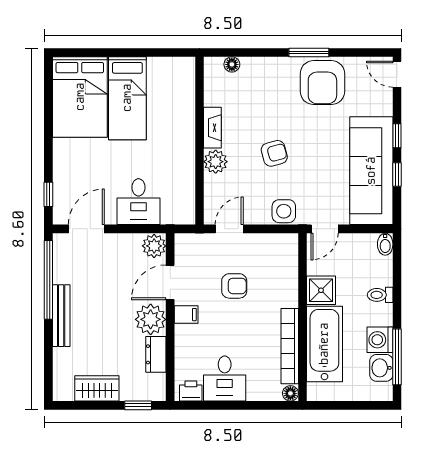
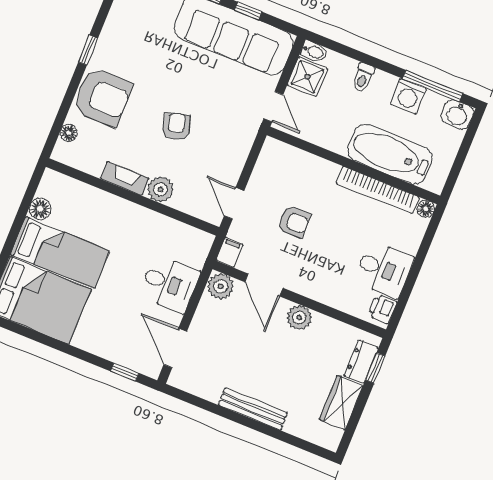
window: (309, 52) -> (88, 50), width x0.67
floor lamp: (158, 66) -> (40, 209), added
armchair: (322, 83) -> (103, 97), moved
side table: (284, 211) -> (239, 141), removed
window: (48, 280) -> (211, 407), removed
armchair: (234, 286) -> (294, 222), turned 90
shower: (321, 290) -> (307, 77), moved
filing cabinet: (186, 315) -> (230, 252), moved
plant: (151, 319) -> (299, 318), width x0.73, depth x0.73
dresser: (156, 354) -> (361, 362), moved, turned 90
washbasin: (381, 368) -> (457, 114), moved

